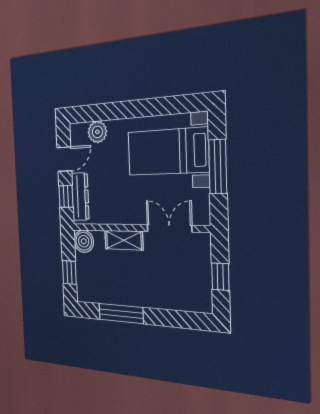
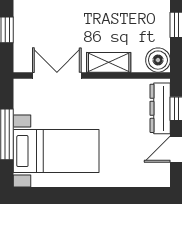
plant: (97, 132) -> (135, 176), removed
double door: (169, 228) -> (57, 75), swing flipped

